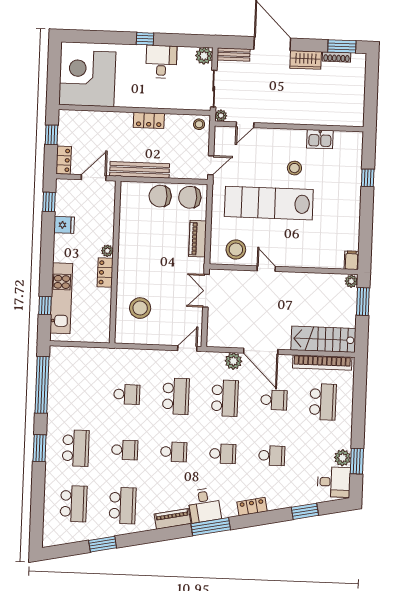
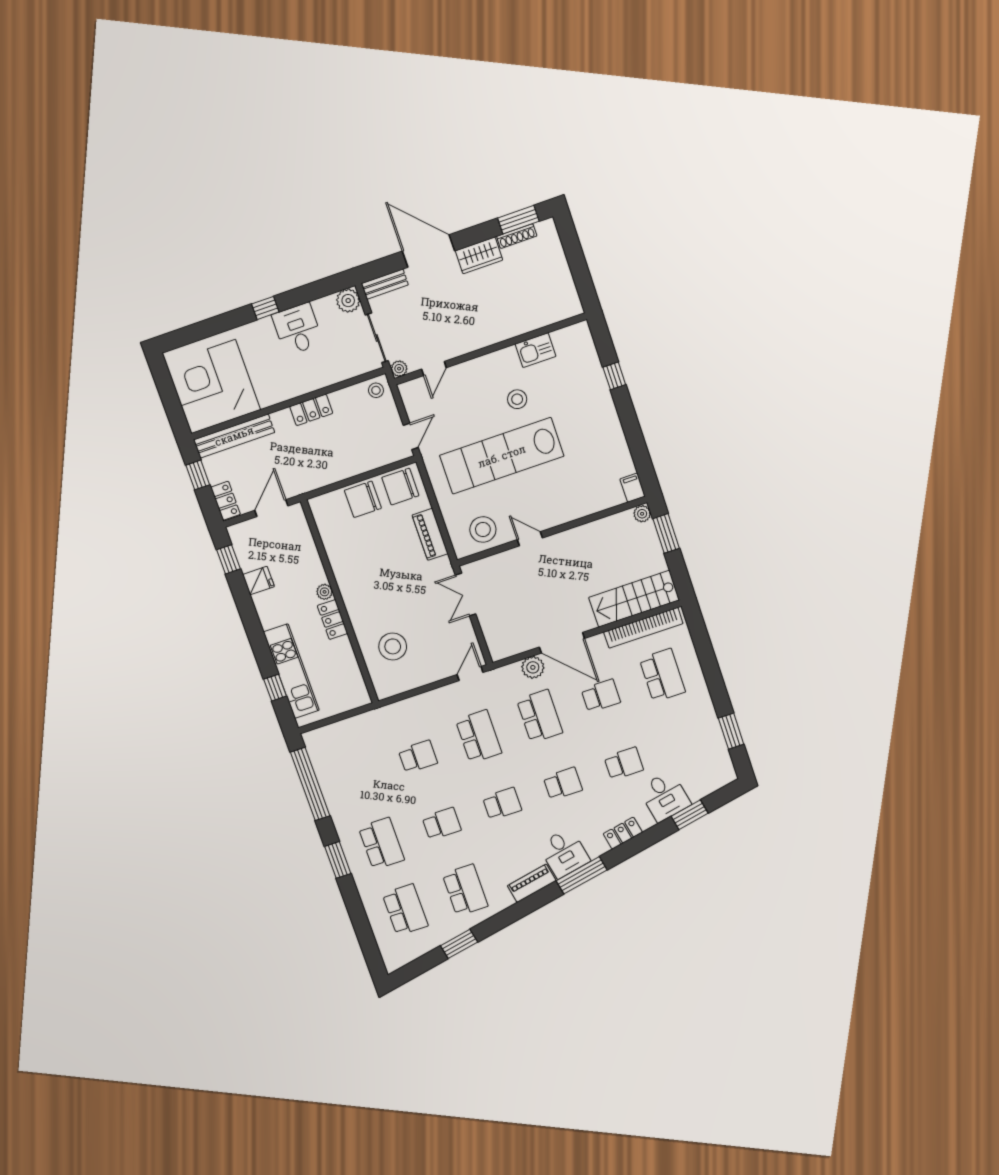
bench: (140, 170) -> (234, 436), moved
plant: (343, 458) -> (712, 734), removed
desk: (334, 482) -> (665, 796), moved, turned 79

